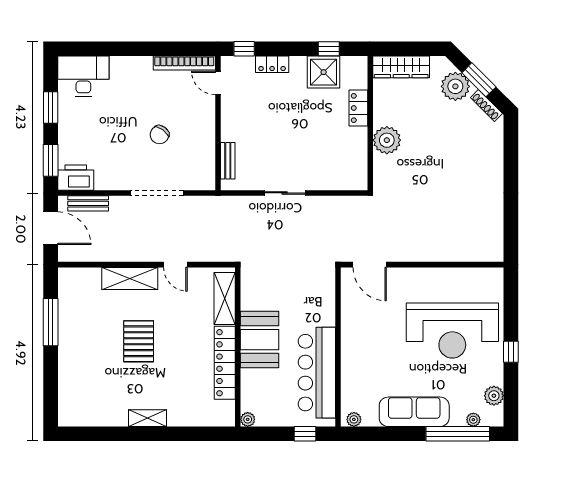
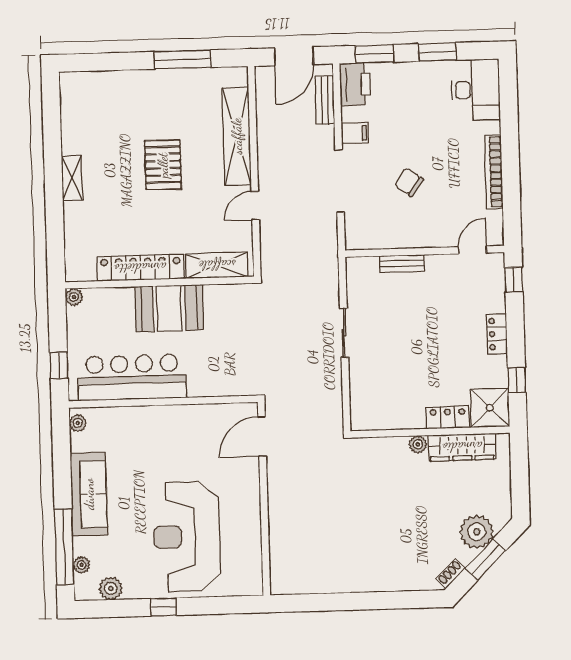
bookcase: (184, 63) -> (494, 172), moved
locker: (272, 64) -> (497, 334), moved
wardrobe: (401, 67) -> (462, 447), moved, turned -90
shower: (324, 72) -> (490, 408), moved
shoe rack: (486, 106) -> (451, 574), width x0.70
plant: (387, 140) -> (418, 444), width x0.53, depth x0.53
bench: (228, 161) -> (402, 264), moved
filing cabinet: (117, 179) -> (355, 133), added
shelving: (130, 278) -> (237, 136), width x1.47
pallet: (139, 341) -> (163, 165), turned 90

